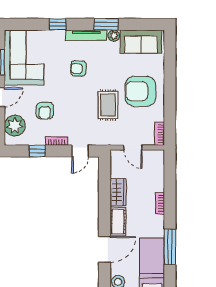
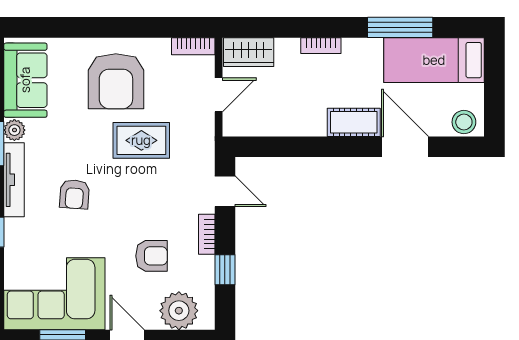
wardrobe: (118, 192) -> (249, 52), moved, turned 180

